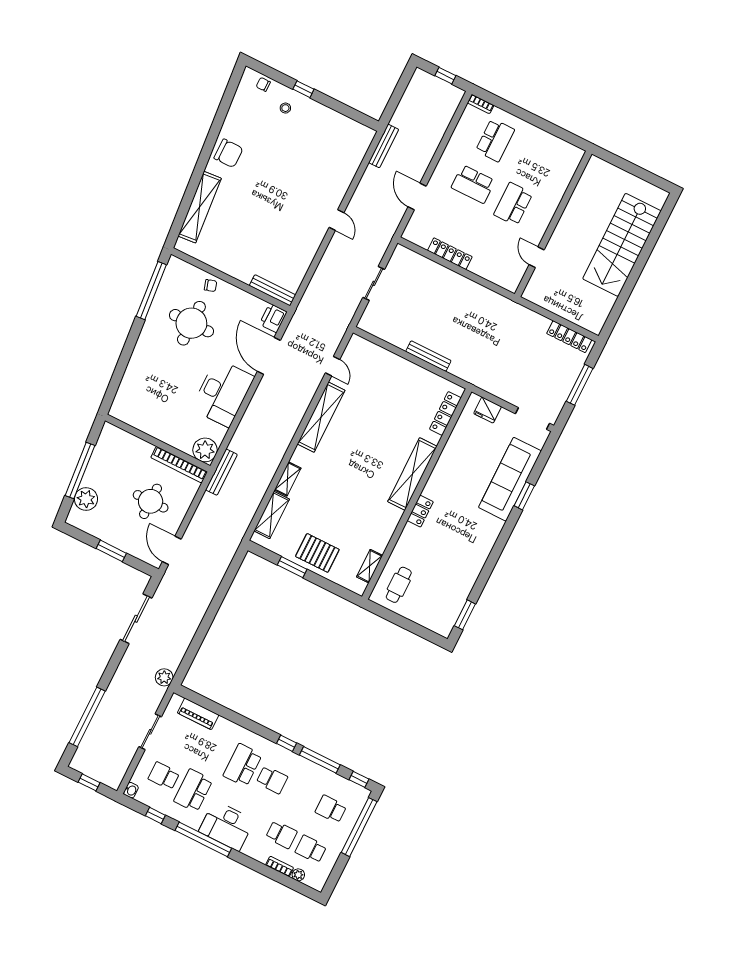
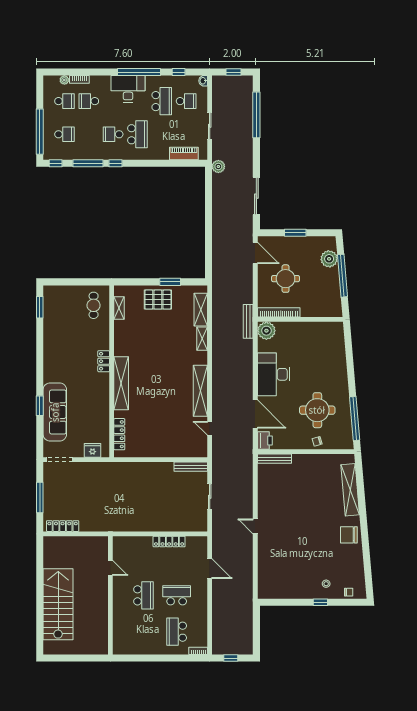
bench: (384, 146) -> (248, 591), removed
bench: (428, 356) -> (191, 467), moved

